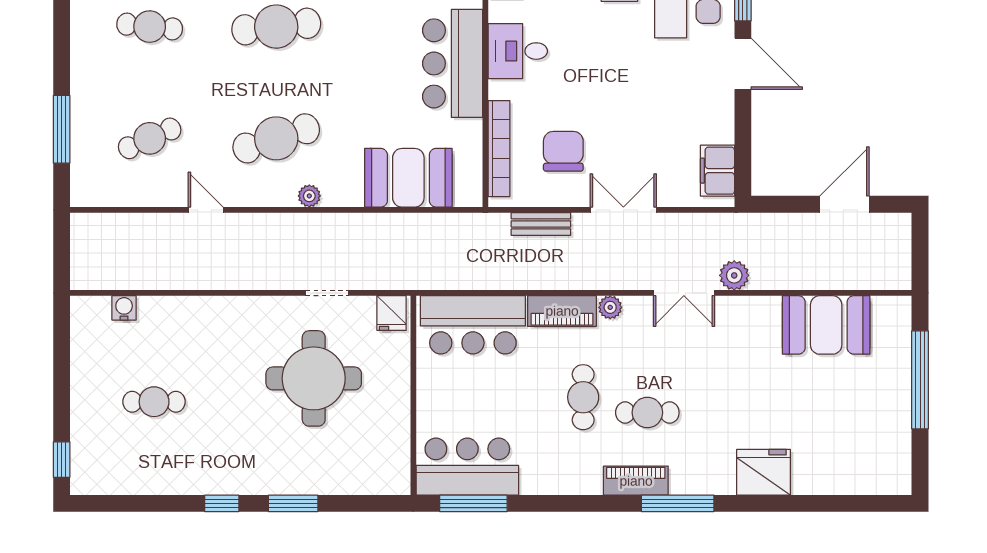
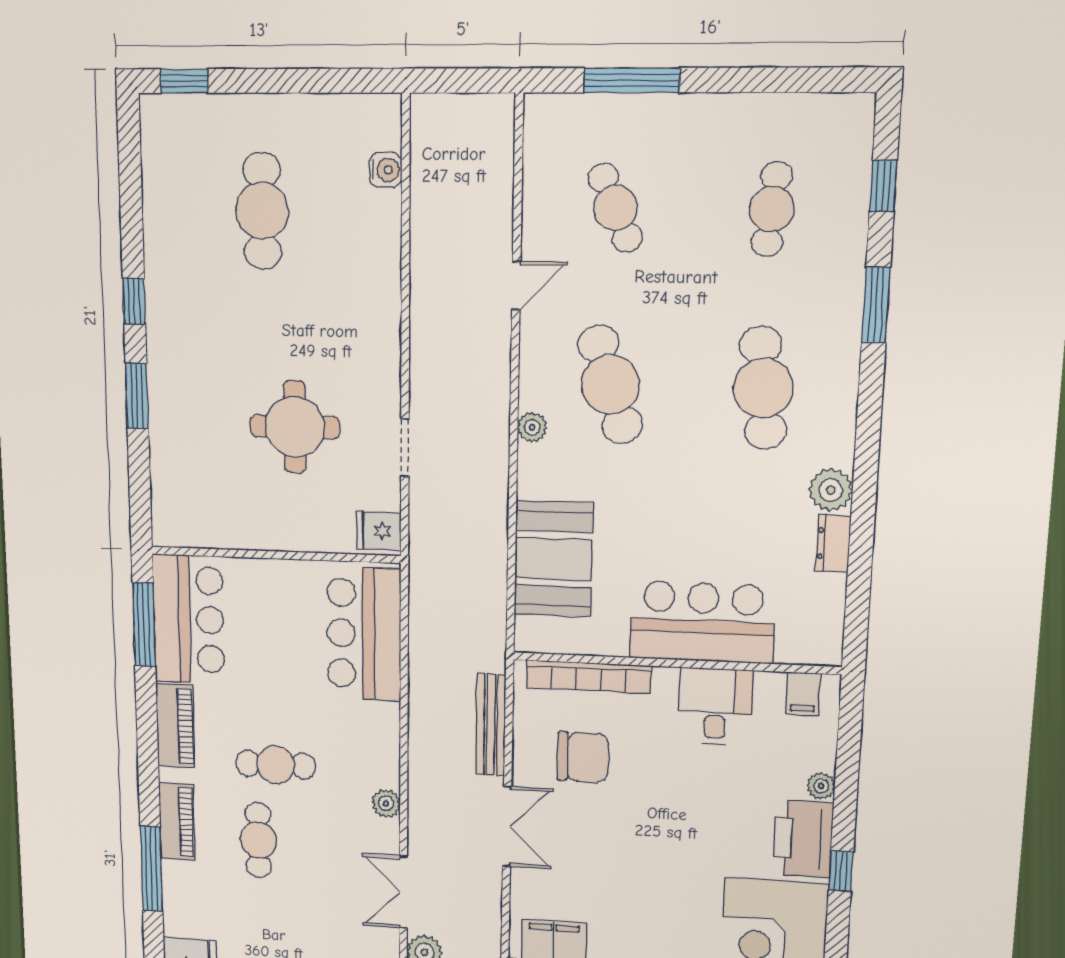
bench: (541, 224) -> (491, 725), width x1.36
piano: (562, 311) -> (175, 726), moved, turned 180
round table: (314, 378) -> (295, 427), width x0.73, depth x0.73
cafe table: (154, 402) -> (262, 211), width x1.37, depth x1.35

